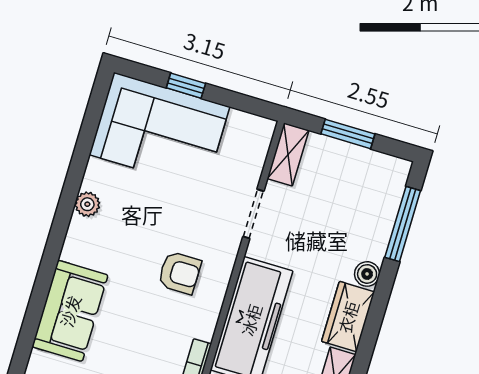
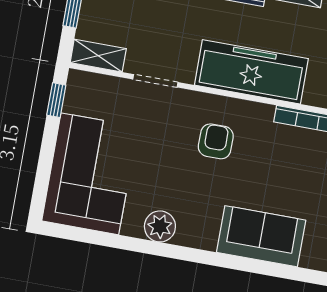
window: (186, 86) -> (56, 100), moved
plant: (87, 204) -> (160, 226), width x1.38, depth x1.38

